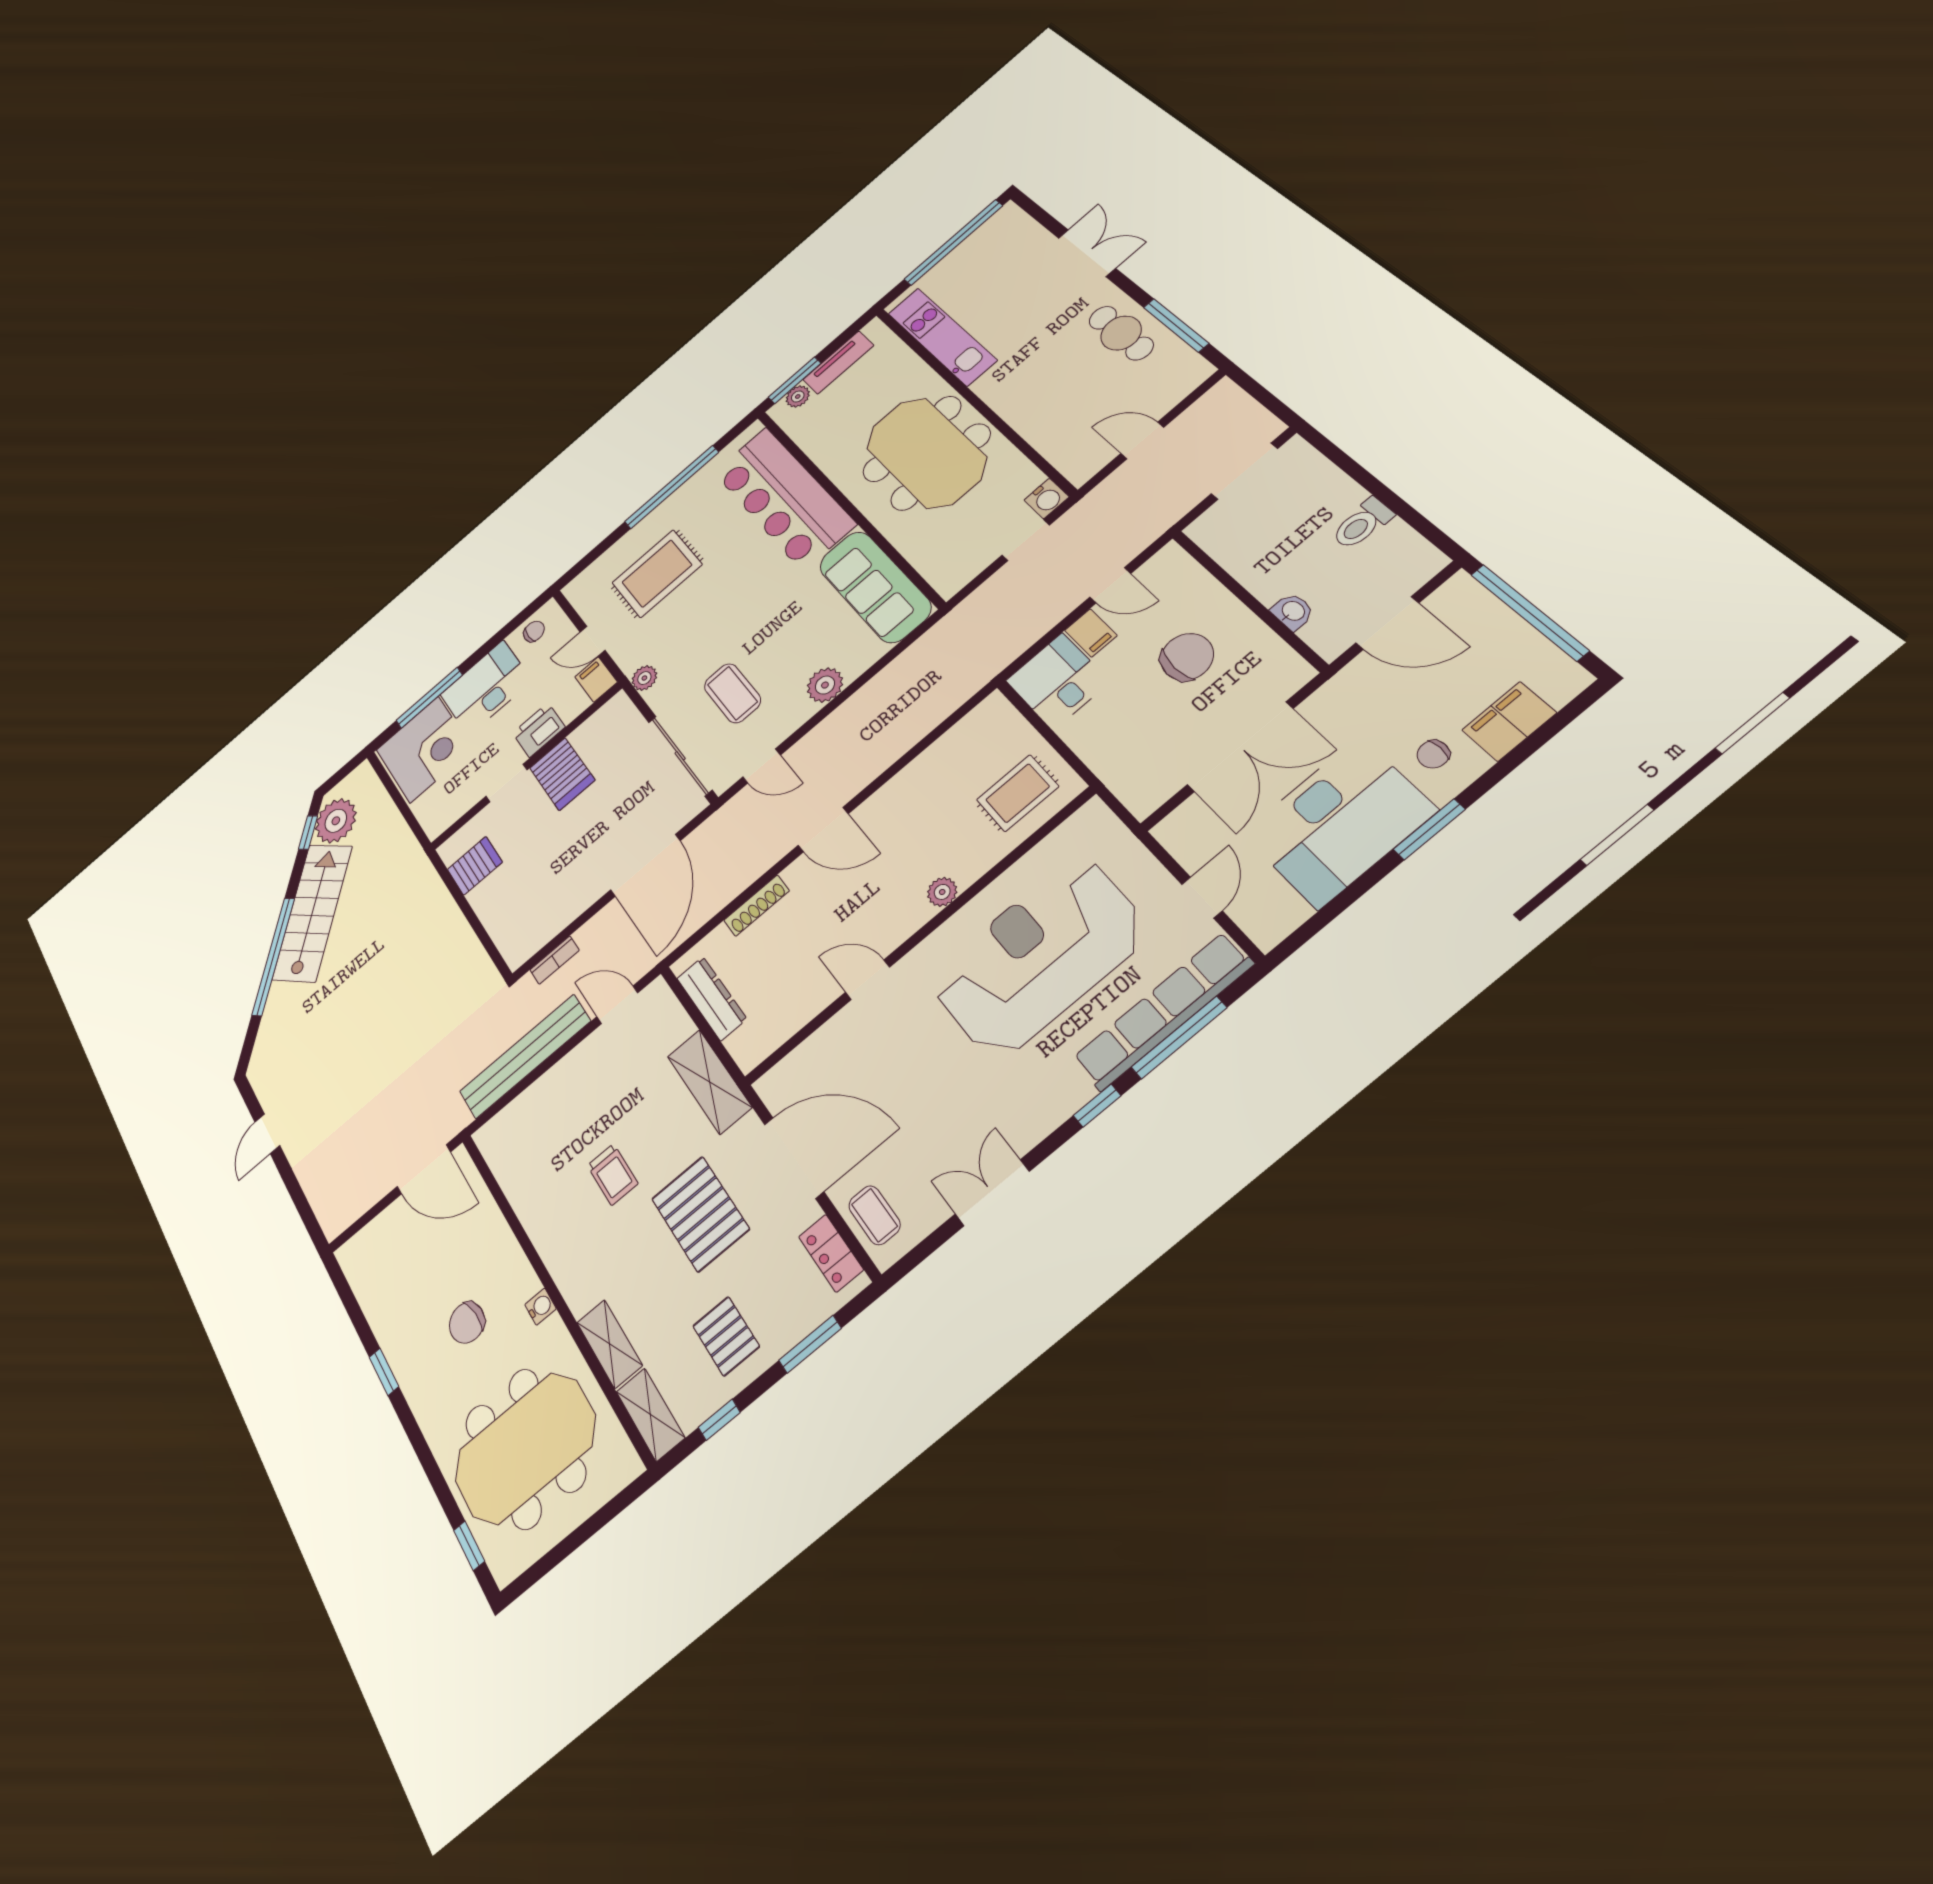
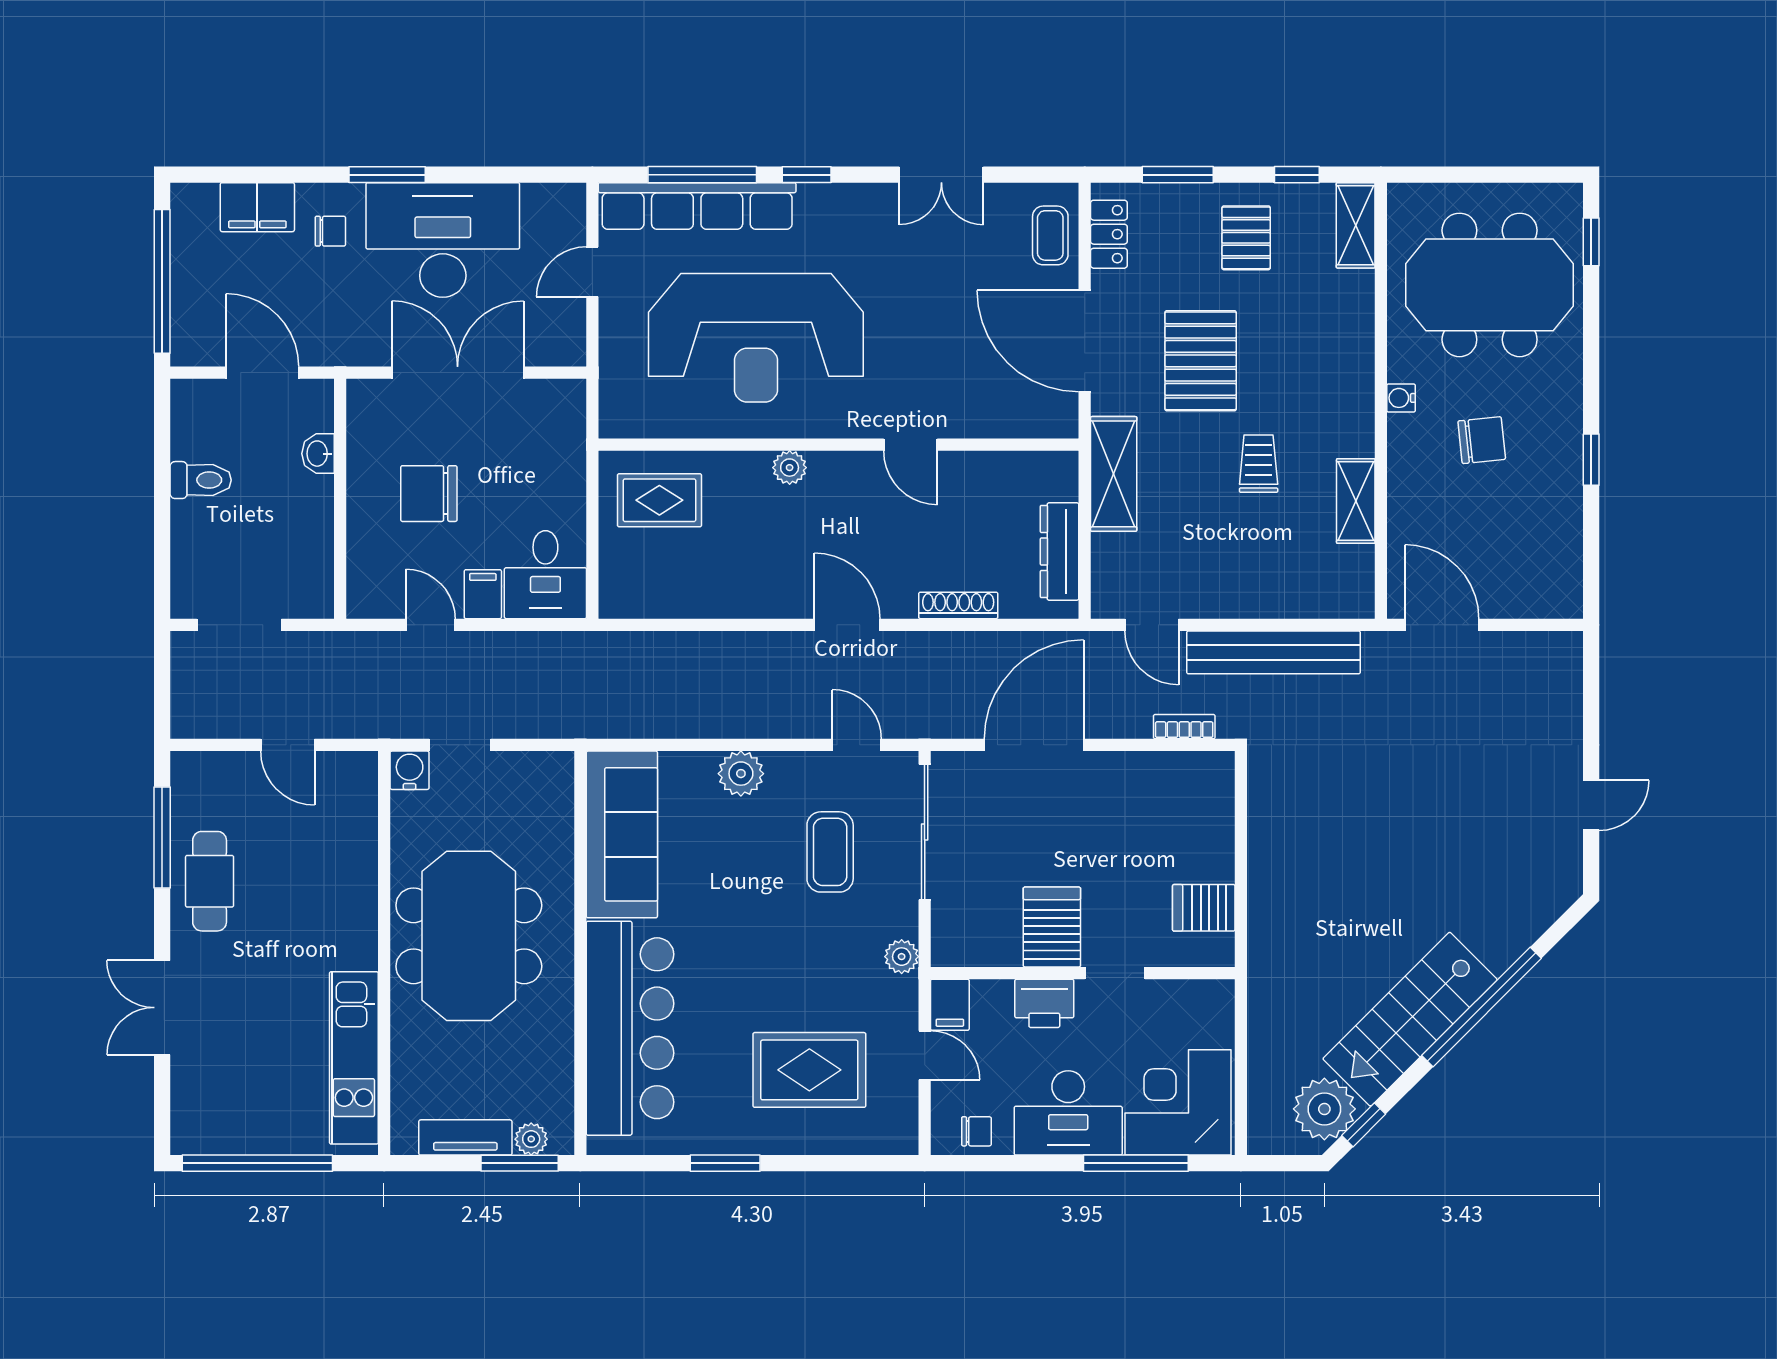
window: (672, 487) -> (725, 1163), width x0.47
chair: (534, 631) -> (976, 1131), turned 180
shelving: (609, 1344) -> (1356, 501), moved

